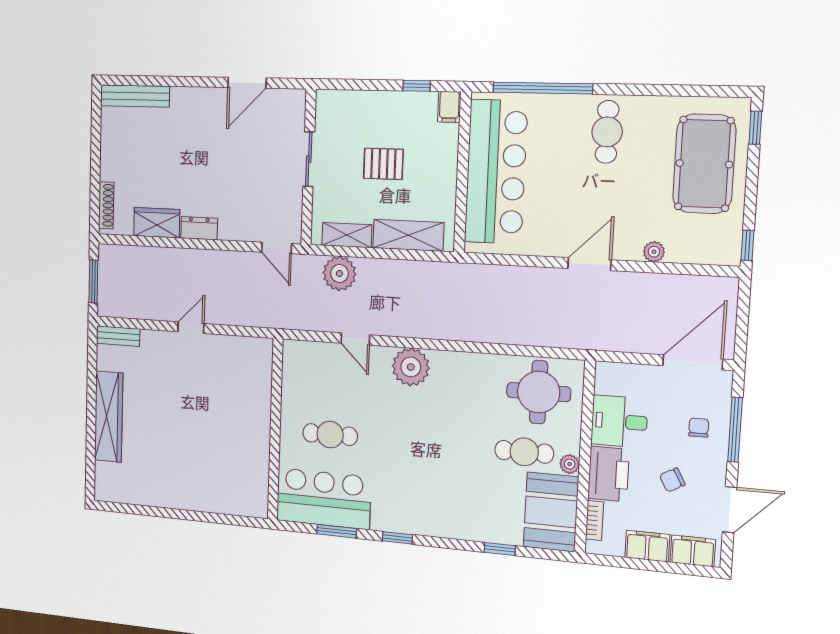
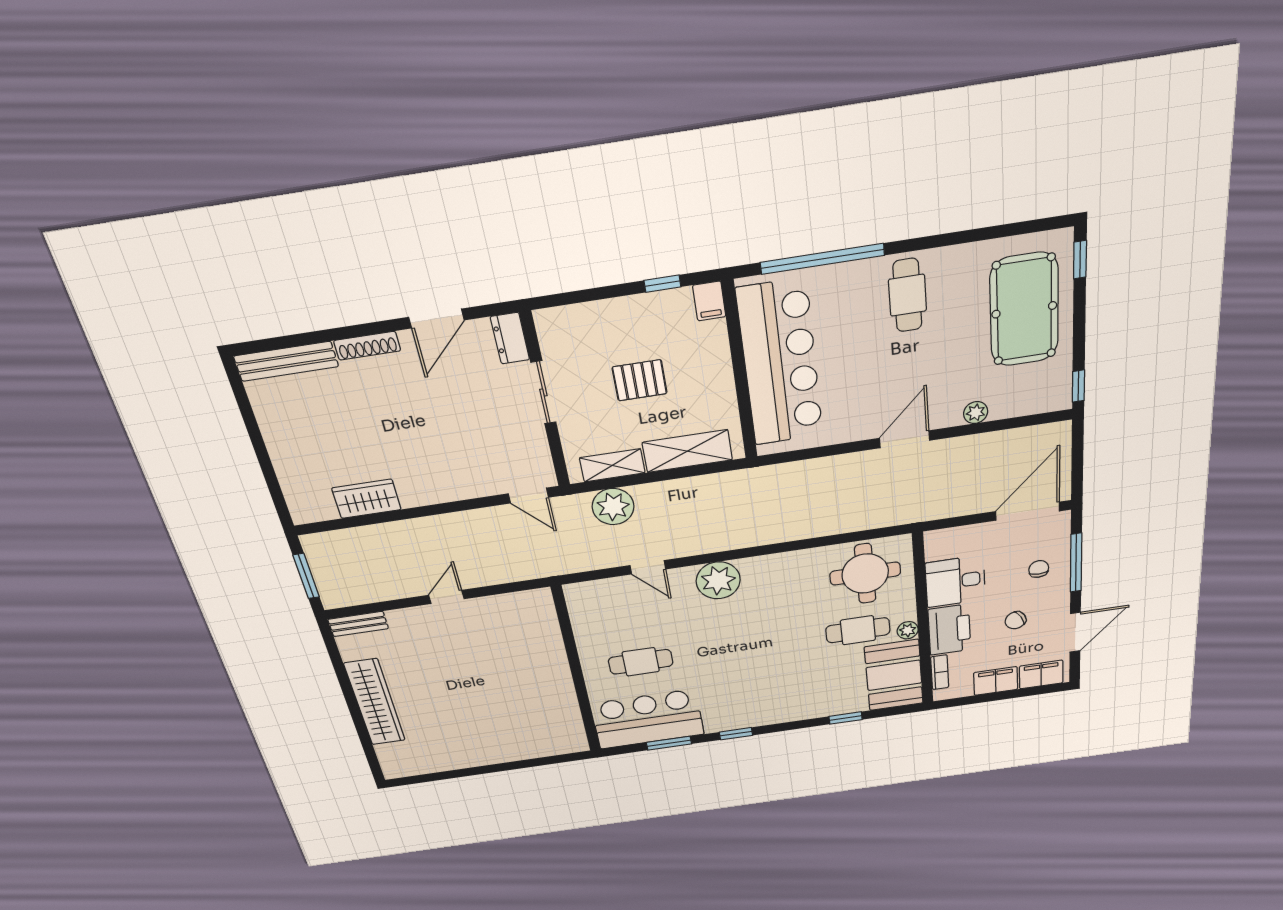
shoe rack: (106, 205) -> (367, 346), moved, turned 90
dresser: (199, 228) -> (510, 338), moved, turned -90

